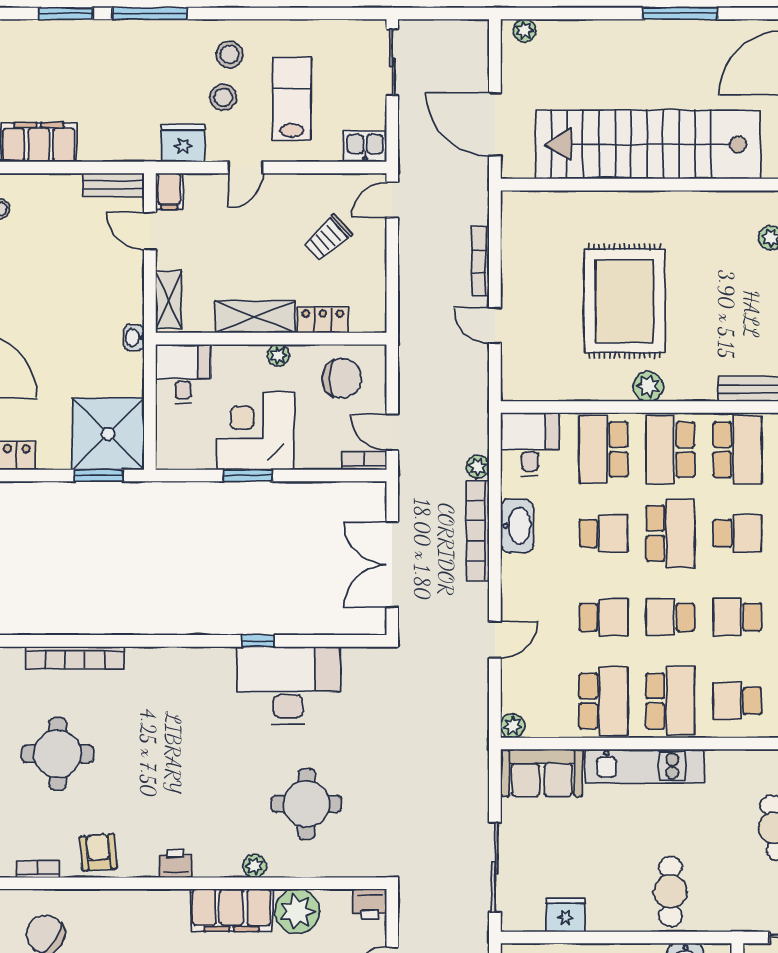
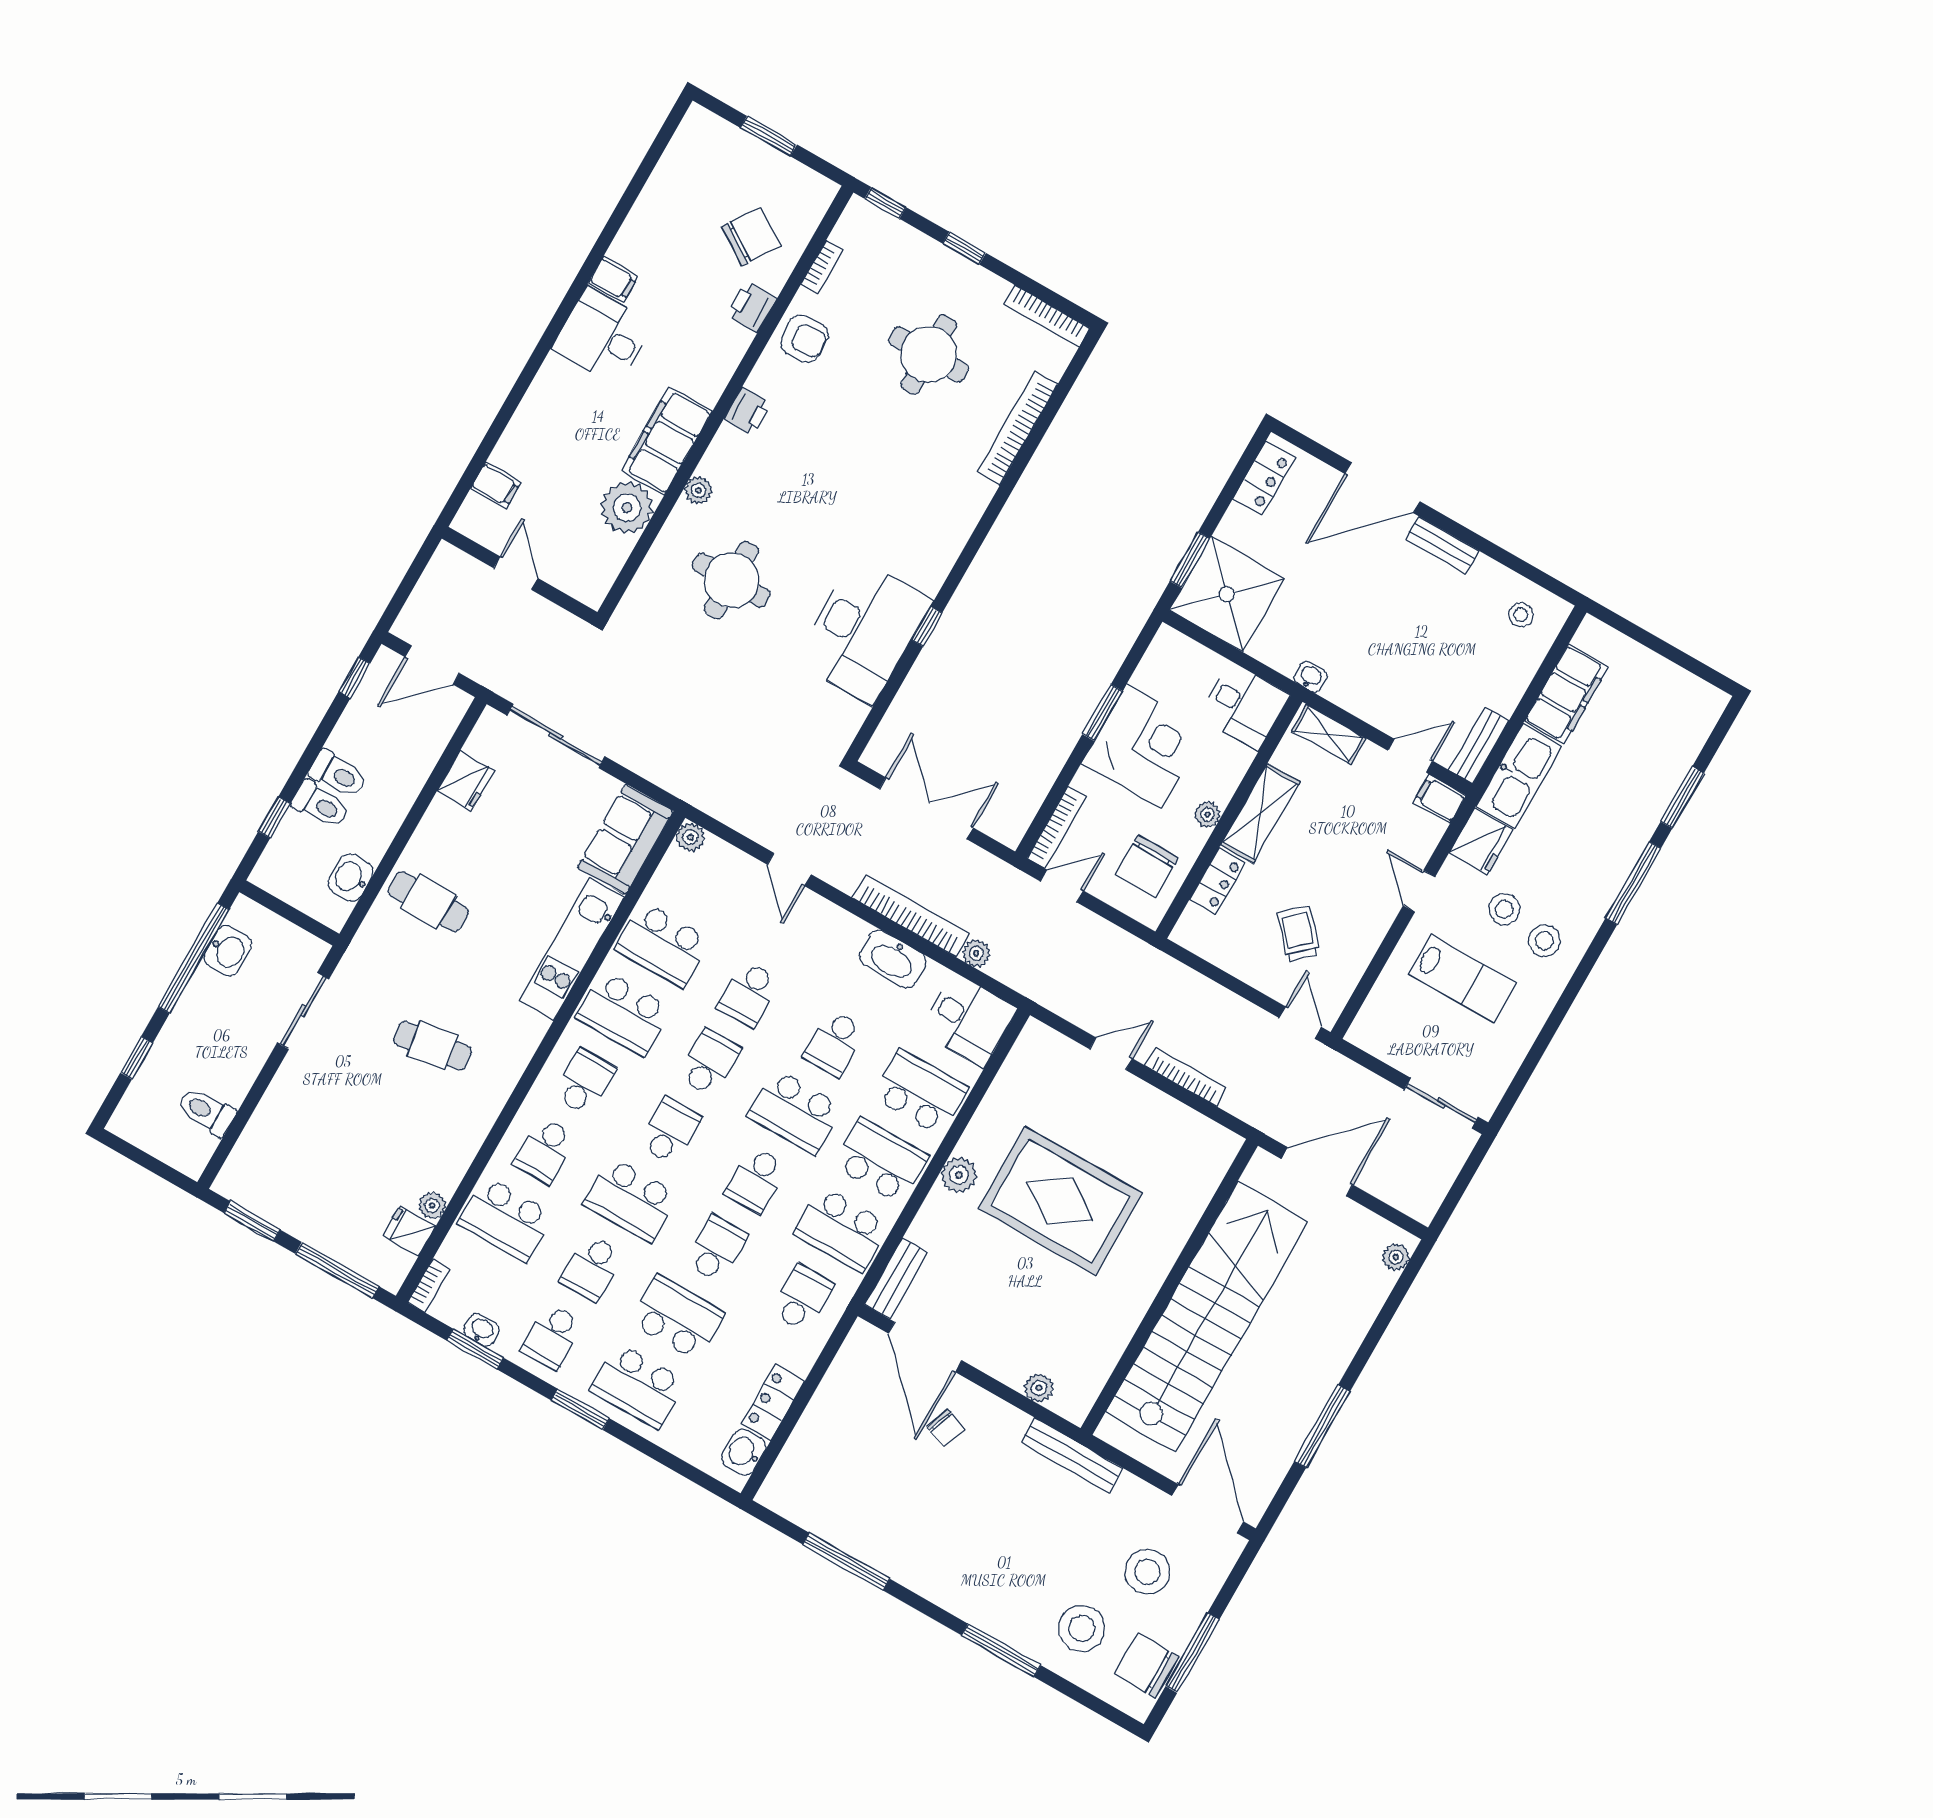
kitchen sink: (365, 146) -> (1519, 776), moved, width x1.88, depth x1.24
bookcase: (364, 461) -> (1057, 827), width x1.56
printer: (370, 904) -> (752, 307), moved

